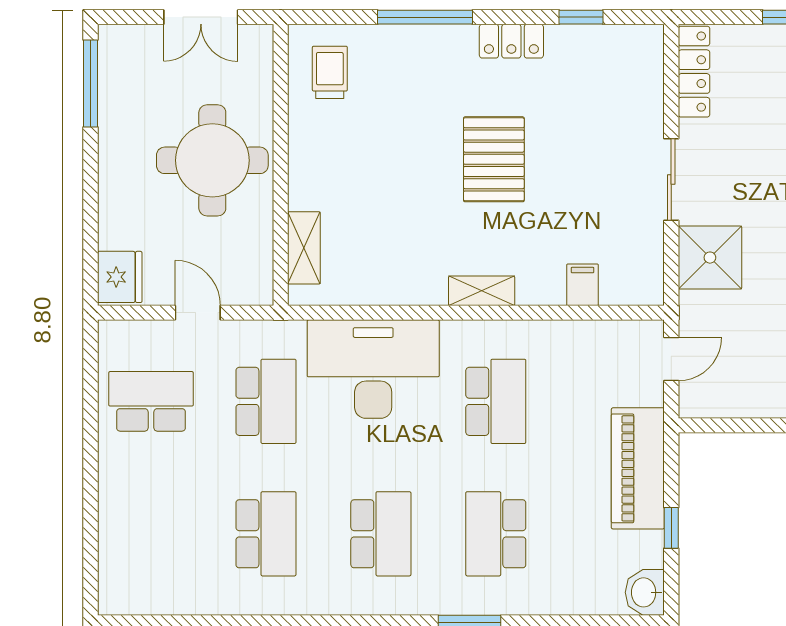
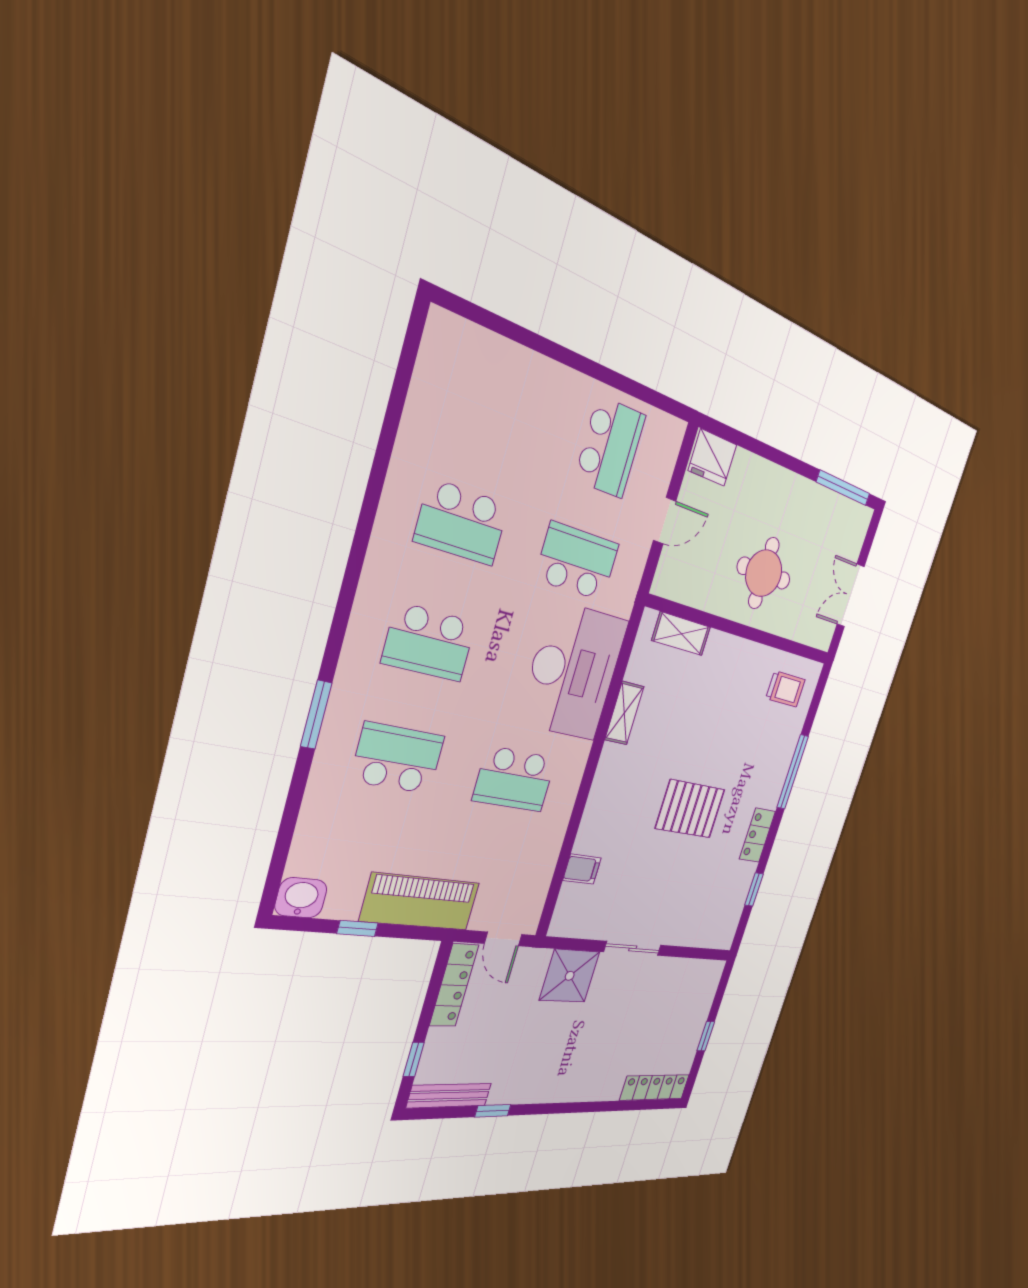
locker: (694, 72) -> (454, 985), moved, turned -90
round table: (212, 160) -> (764, 573), width x0.73, depth x0.73
shelving: (482, 291) -> (624, 713), moved
school desk: (266, 401) -> (577, 561), turned 180

